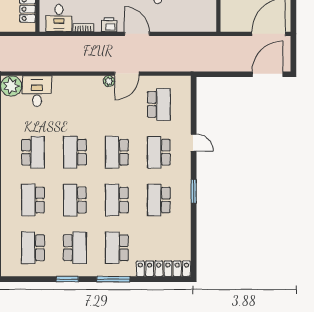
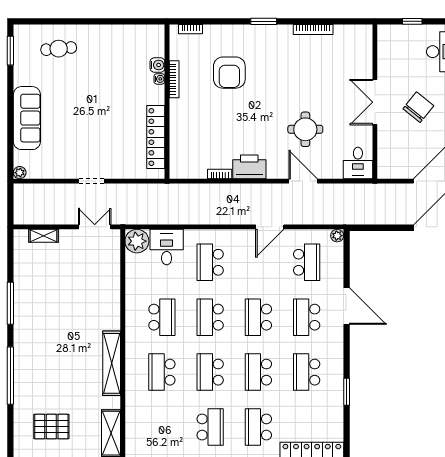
desk: (59, 18) -> (358, 163), moved
printer: (109, 25) -> (249, 167), width x1.87, depth x1.48
door: (137, 34) -> (303, 181), moved
plant: (109, 81) -> (337, 236), moved
door: (194, 143) -> (347, 306), width x1.87
window: (194, 191) -> (347, 392), moved
school desk: (33, 248) -> (210, 262), moved

